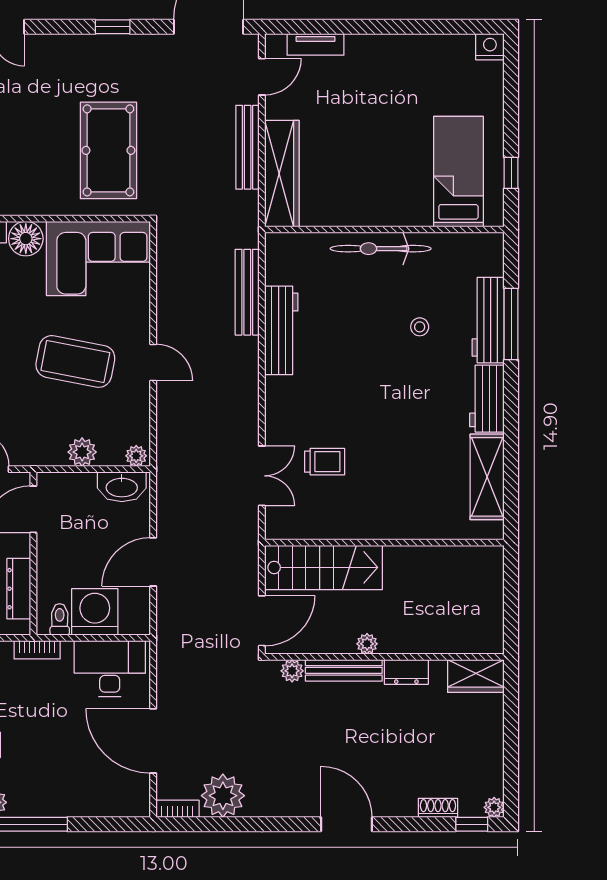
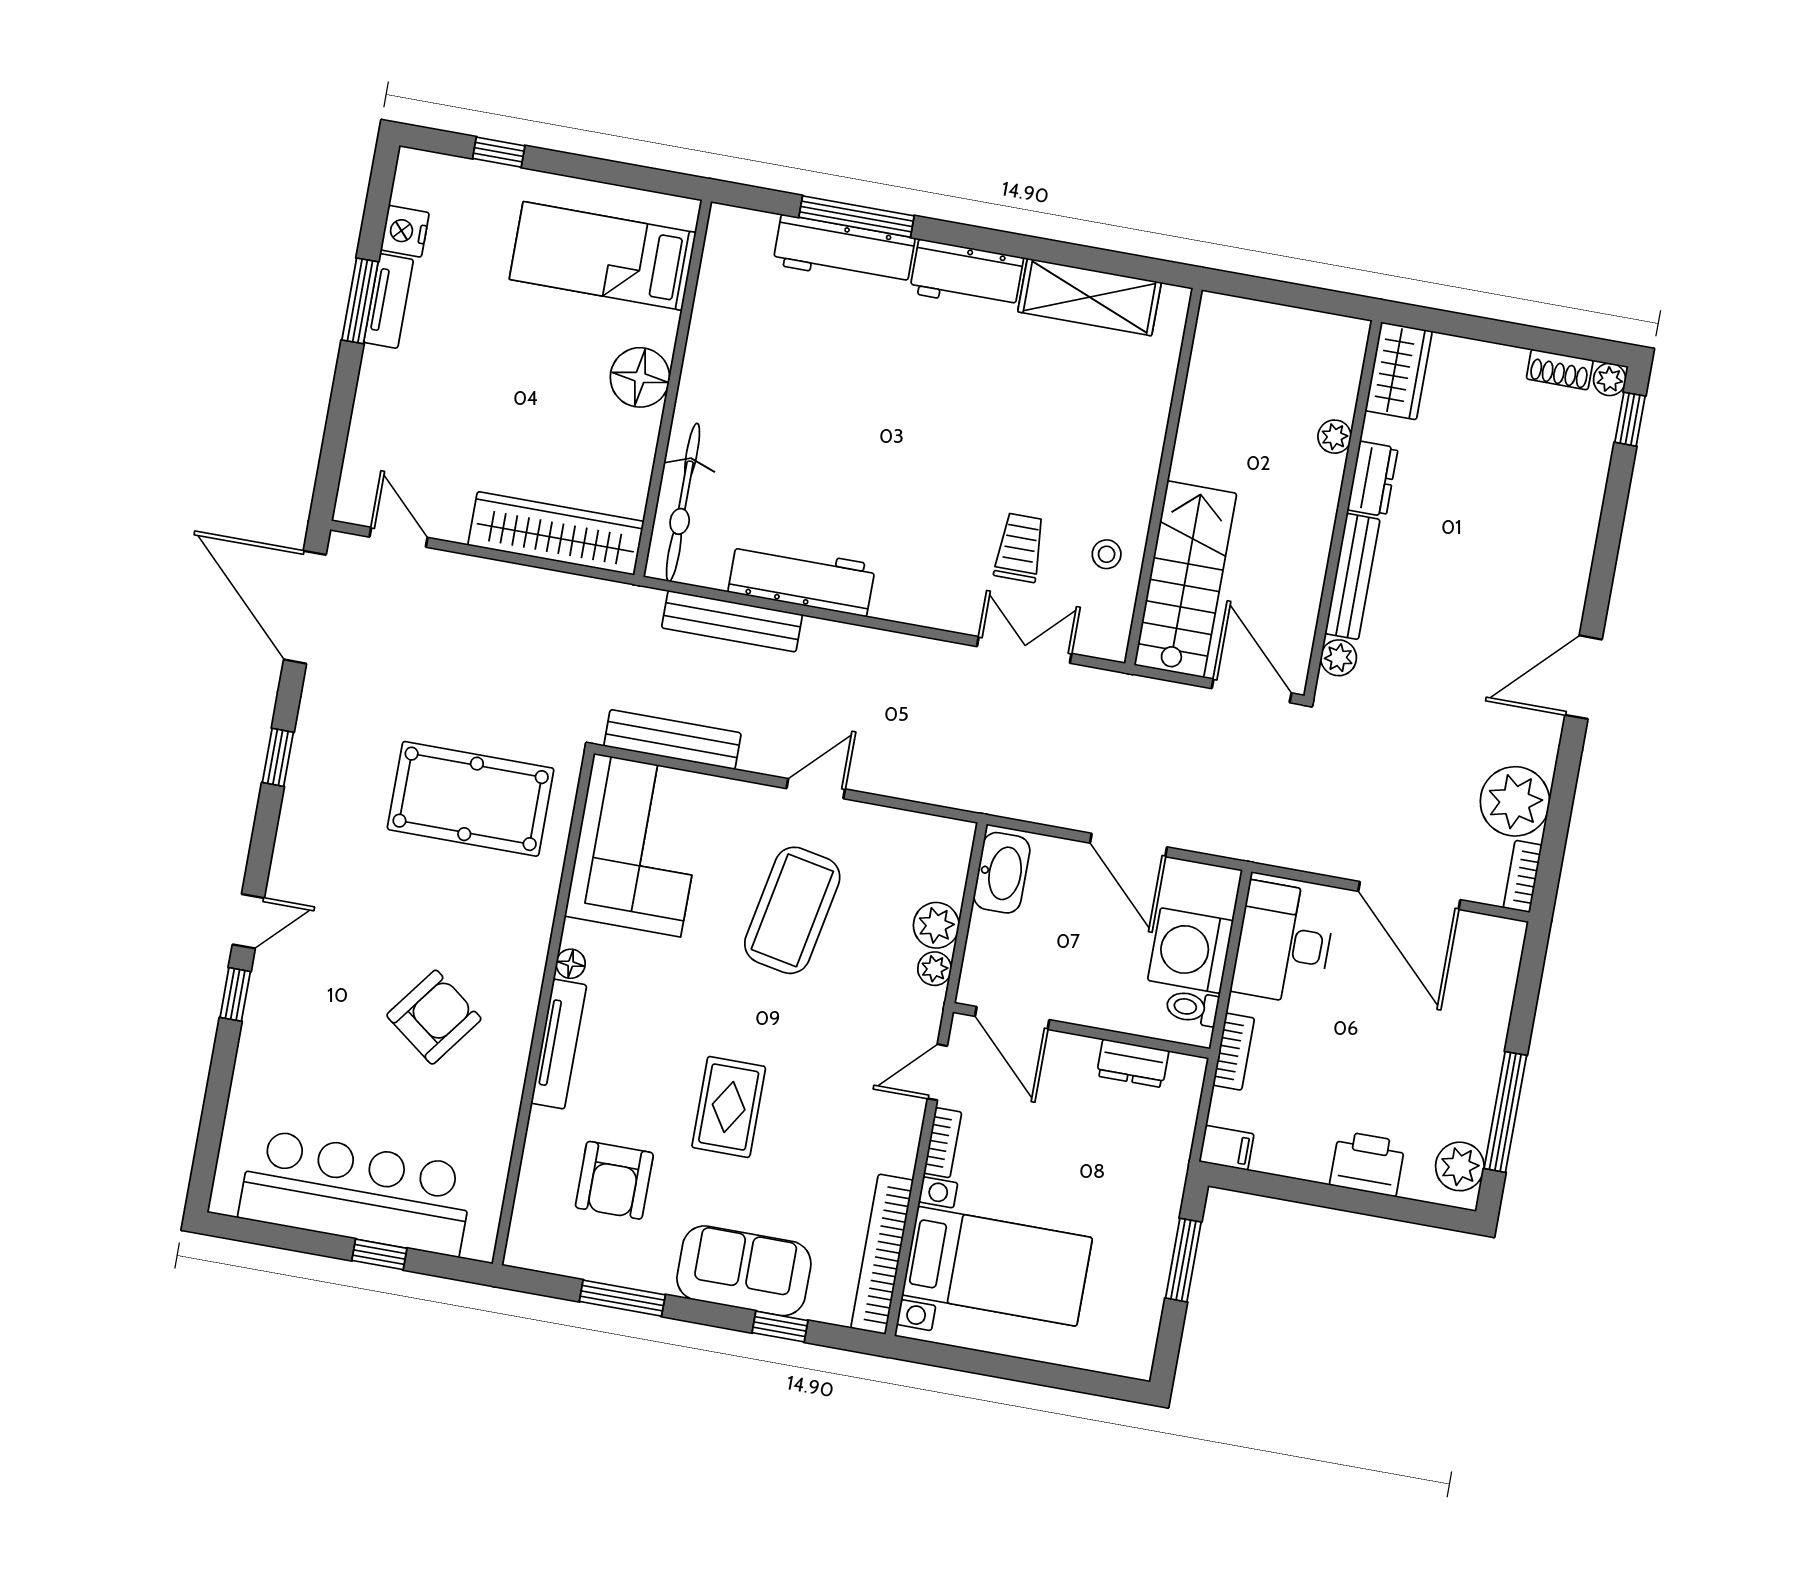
window: (404, 27) -> (360, 301), added
tv unit: (315, 44) -> (389, 301), moved
nightstand: (490, 47) -> (405, 231), moved
bench: (248, 147) -> (672, 740), moved
window: (511, 173) -> (499, 152), moved
floor lamp: (388, 208) -> (640, 377), added
floor lamp: (26, 239) -> (571, 964), width x0.53, depth x0.53
bicycle: (381, 249) -> (683, 502), moved
stool: (420, 327) -> (1107, 554), moved
plant: (136, 456) -> (935, 969), moved
dresser: (19, 589) -> (1133, 1063), width x0.70
plant: (367, 644) -> (1335, 437), moved
door: (153, 741) -> (1409, 895), hinge flipped
shoe rack: (438, 808) -> (1560, 370), moved, turned -90
door: (347, 824) -> (1584, 677), moved

